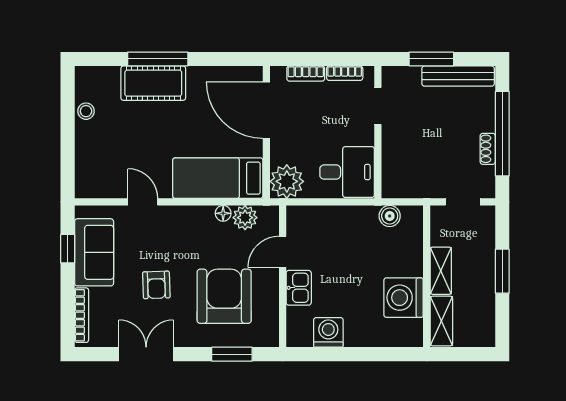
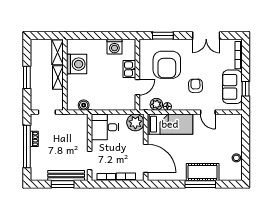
bench: (458, 76) -> (66, 175), moved
armchair: (156, 285) -> (196, 86), moved

